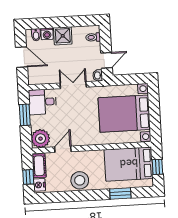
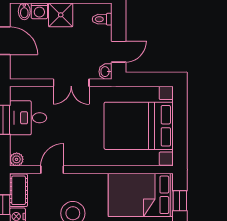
double door: (73, 85) -> (71, 83), swing flipped
desk: (43, 102) -> (28, 118), moved
plant: (40, 139) -> (17, 159), width x0.53, depth x0.53

